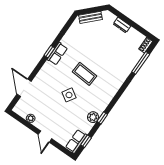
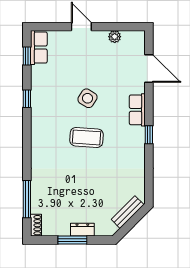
window: (131, 23) -> (72, 240), added
row of seats: (57, 54) -> (137, 110), moved
plant: (93, 117) -> (39, 92), removed

